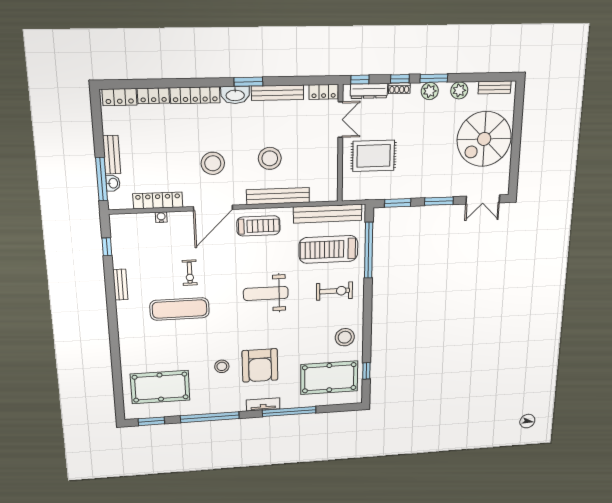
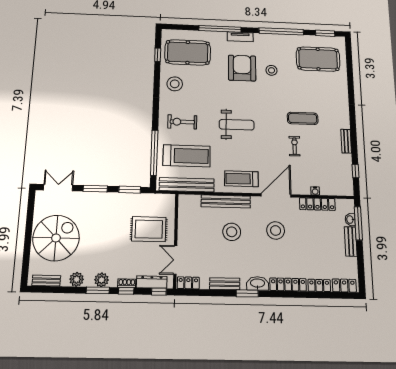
bench: (278, 93) -> (225, 284), width x0.73
exercise mat: (180, 309) -> (303, 118), width x0.73, depth x0.69

